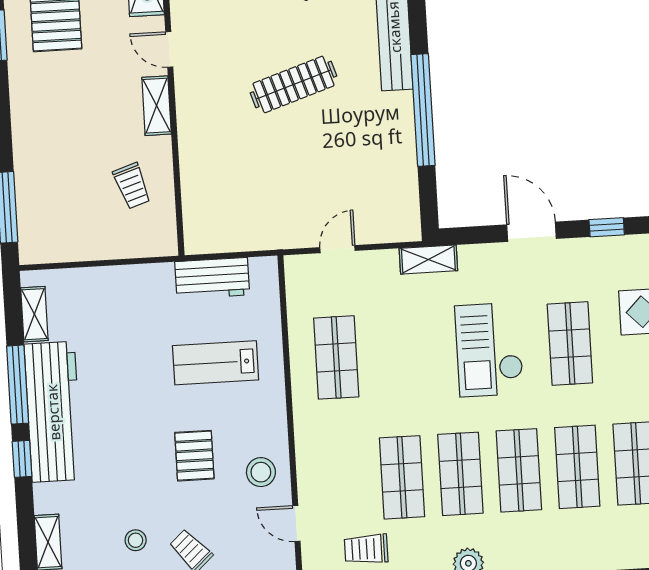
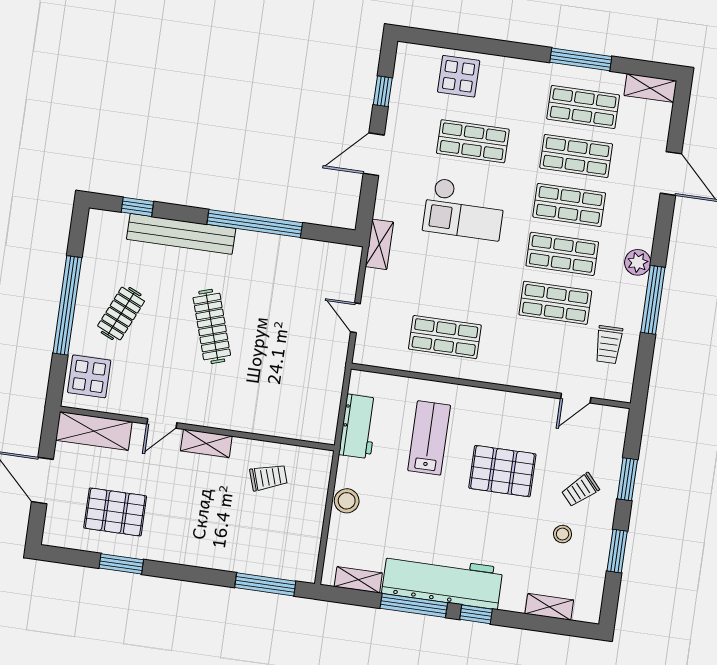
lab bench: (216, 363) -> (429, 438), turned 180
pallet: (194, 456) -> (502, 471), width x1.50, depth x1.42
stool: (261, 472) -> (347, 501), moved

